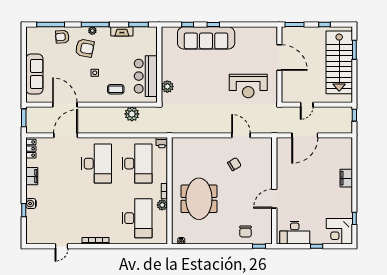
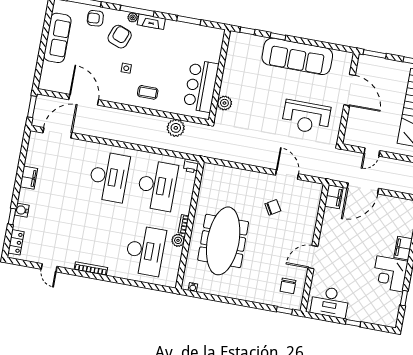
fireplace: (122, 31) -> (151, 22), moved
sofa: (206, 38) -> (297, 56), moved
armchair: (85, 48) -> (120, 37), turned -80
wall: (159, 65) -> (220, 75), moved
sofa: (34, 74) -> (57, 38), moved
bar counter: (146, 76) -> (201, 86), moved
plant: (167, 87) -> (224, 103), moved
plant: (132, 114) -> (176, 128), moved
door: (66, 135) -> (57, 133), moved
filing cabinet: (282, 147) -> (334, 197), added
locker: (31, 149) -> (16, 242), moved
meeting table: (199, 199) -> (223, 241), width x1.36
corner desk: (339, 231) -> (390, 274), moved
chair: (245, 232) -> (288, 286), moved
door: (61, 246) -> (49, 268), hinge flipped

